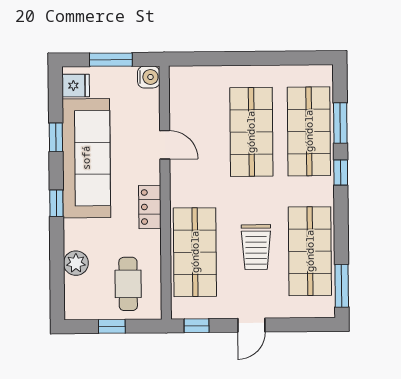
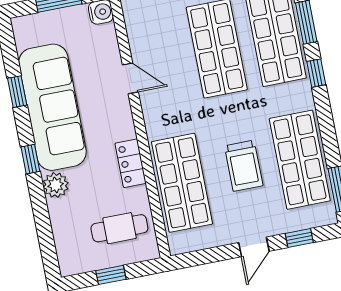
fridge: (76, 86) -> (27, 35), removed
locker: (150, 207) -> (131, 163), moved
plant: (76, 263) -> (56, 185), moved
cafe table: (128, 284) -> (119, 228), turned 90
window: (197, 326) -> (299, 238), moved

